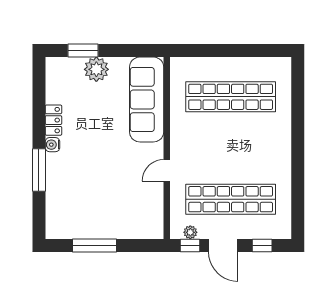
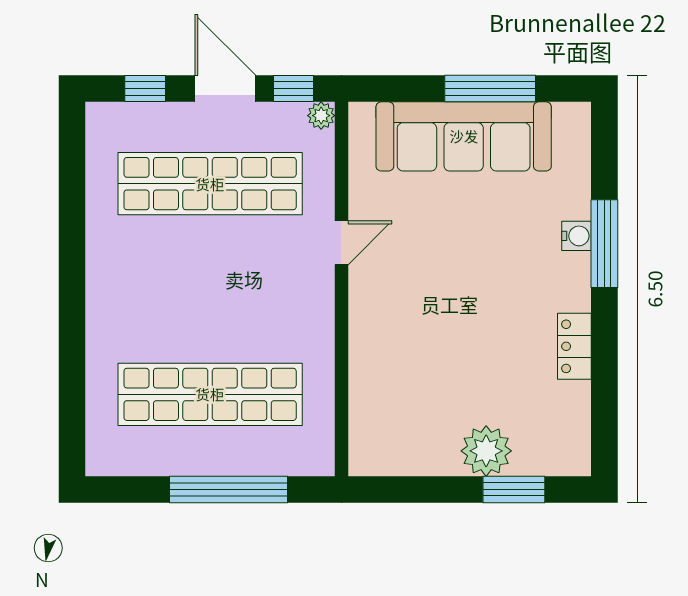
window: (222, 51) -> (229, 489), added
sofa: (147, 99) -> (464, 136), moved, turned 90
water cooler: (52, 145) -> (577, 236), moved
plant: (190, 232) -> (321, 116), moved

